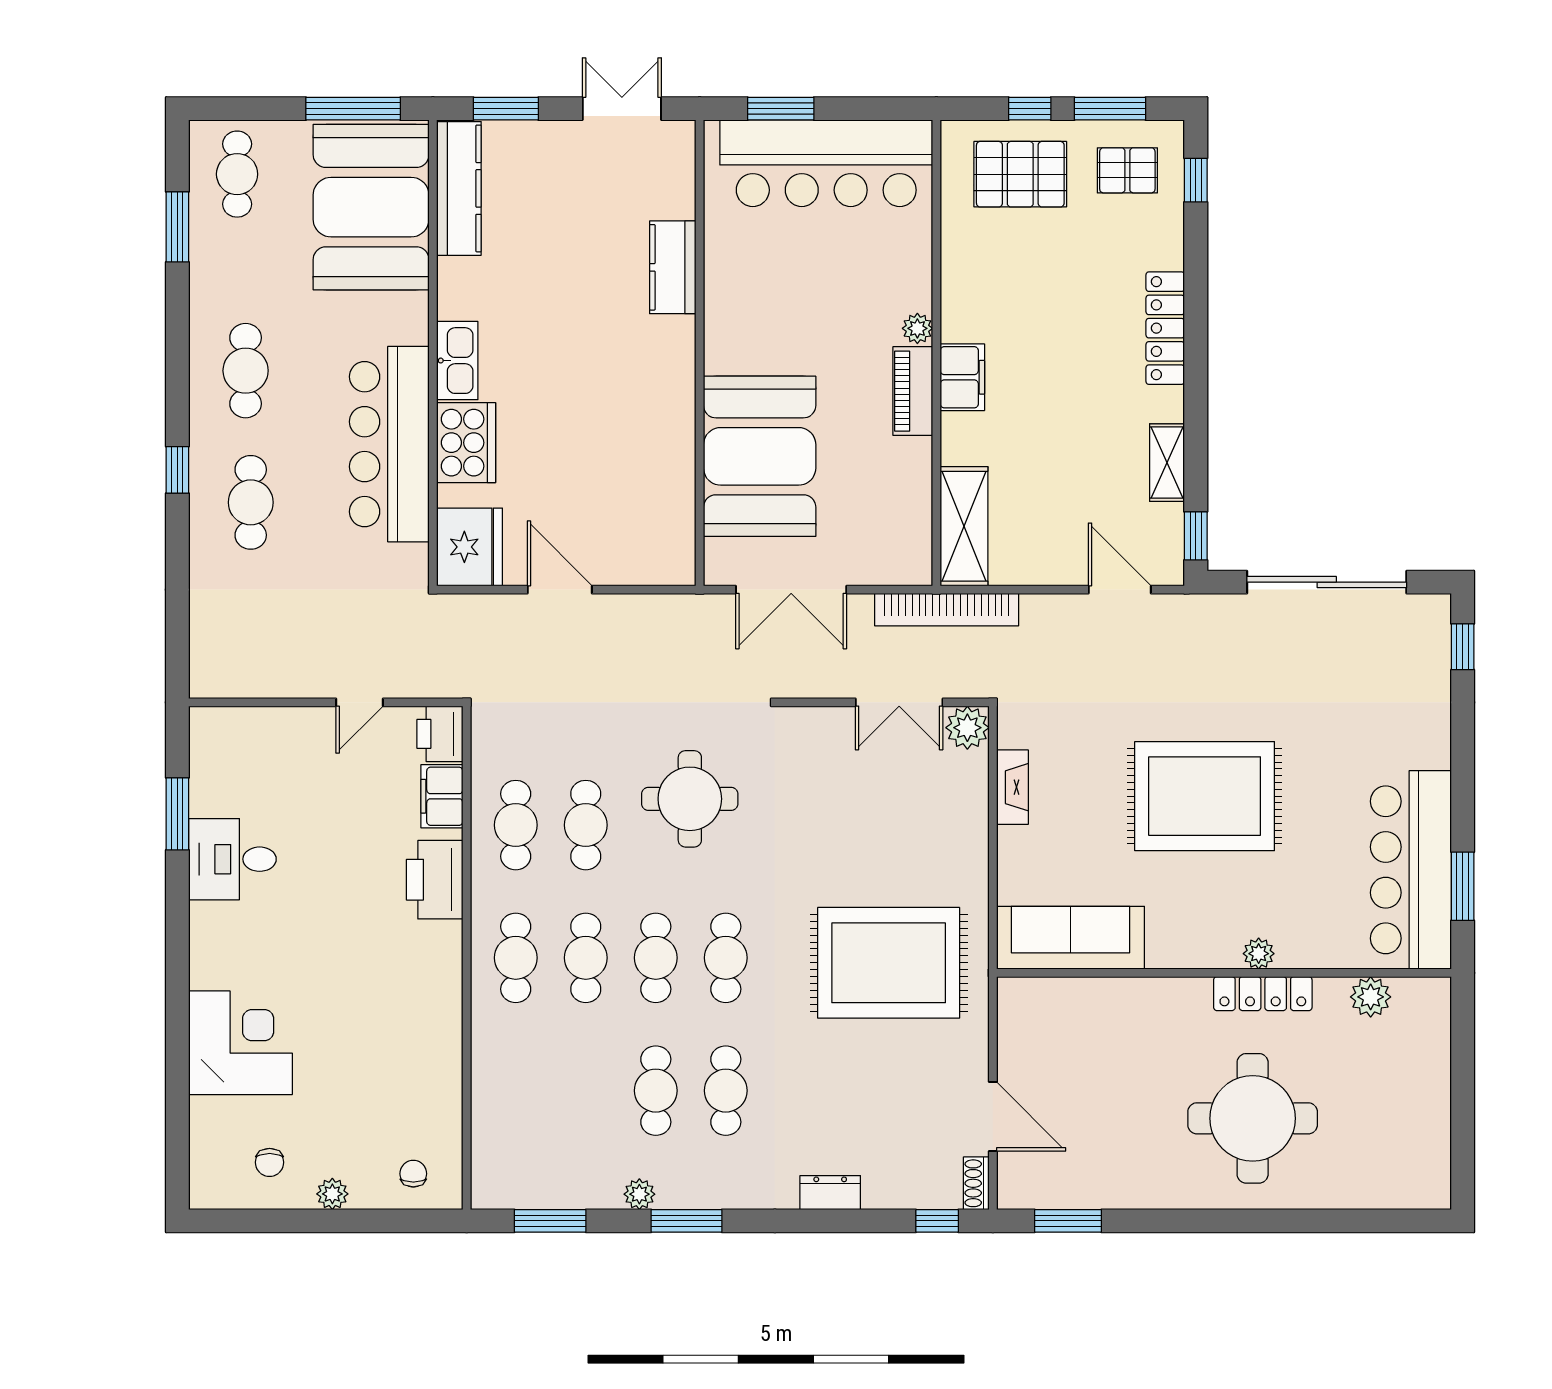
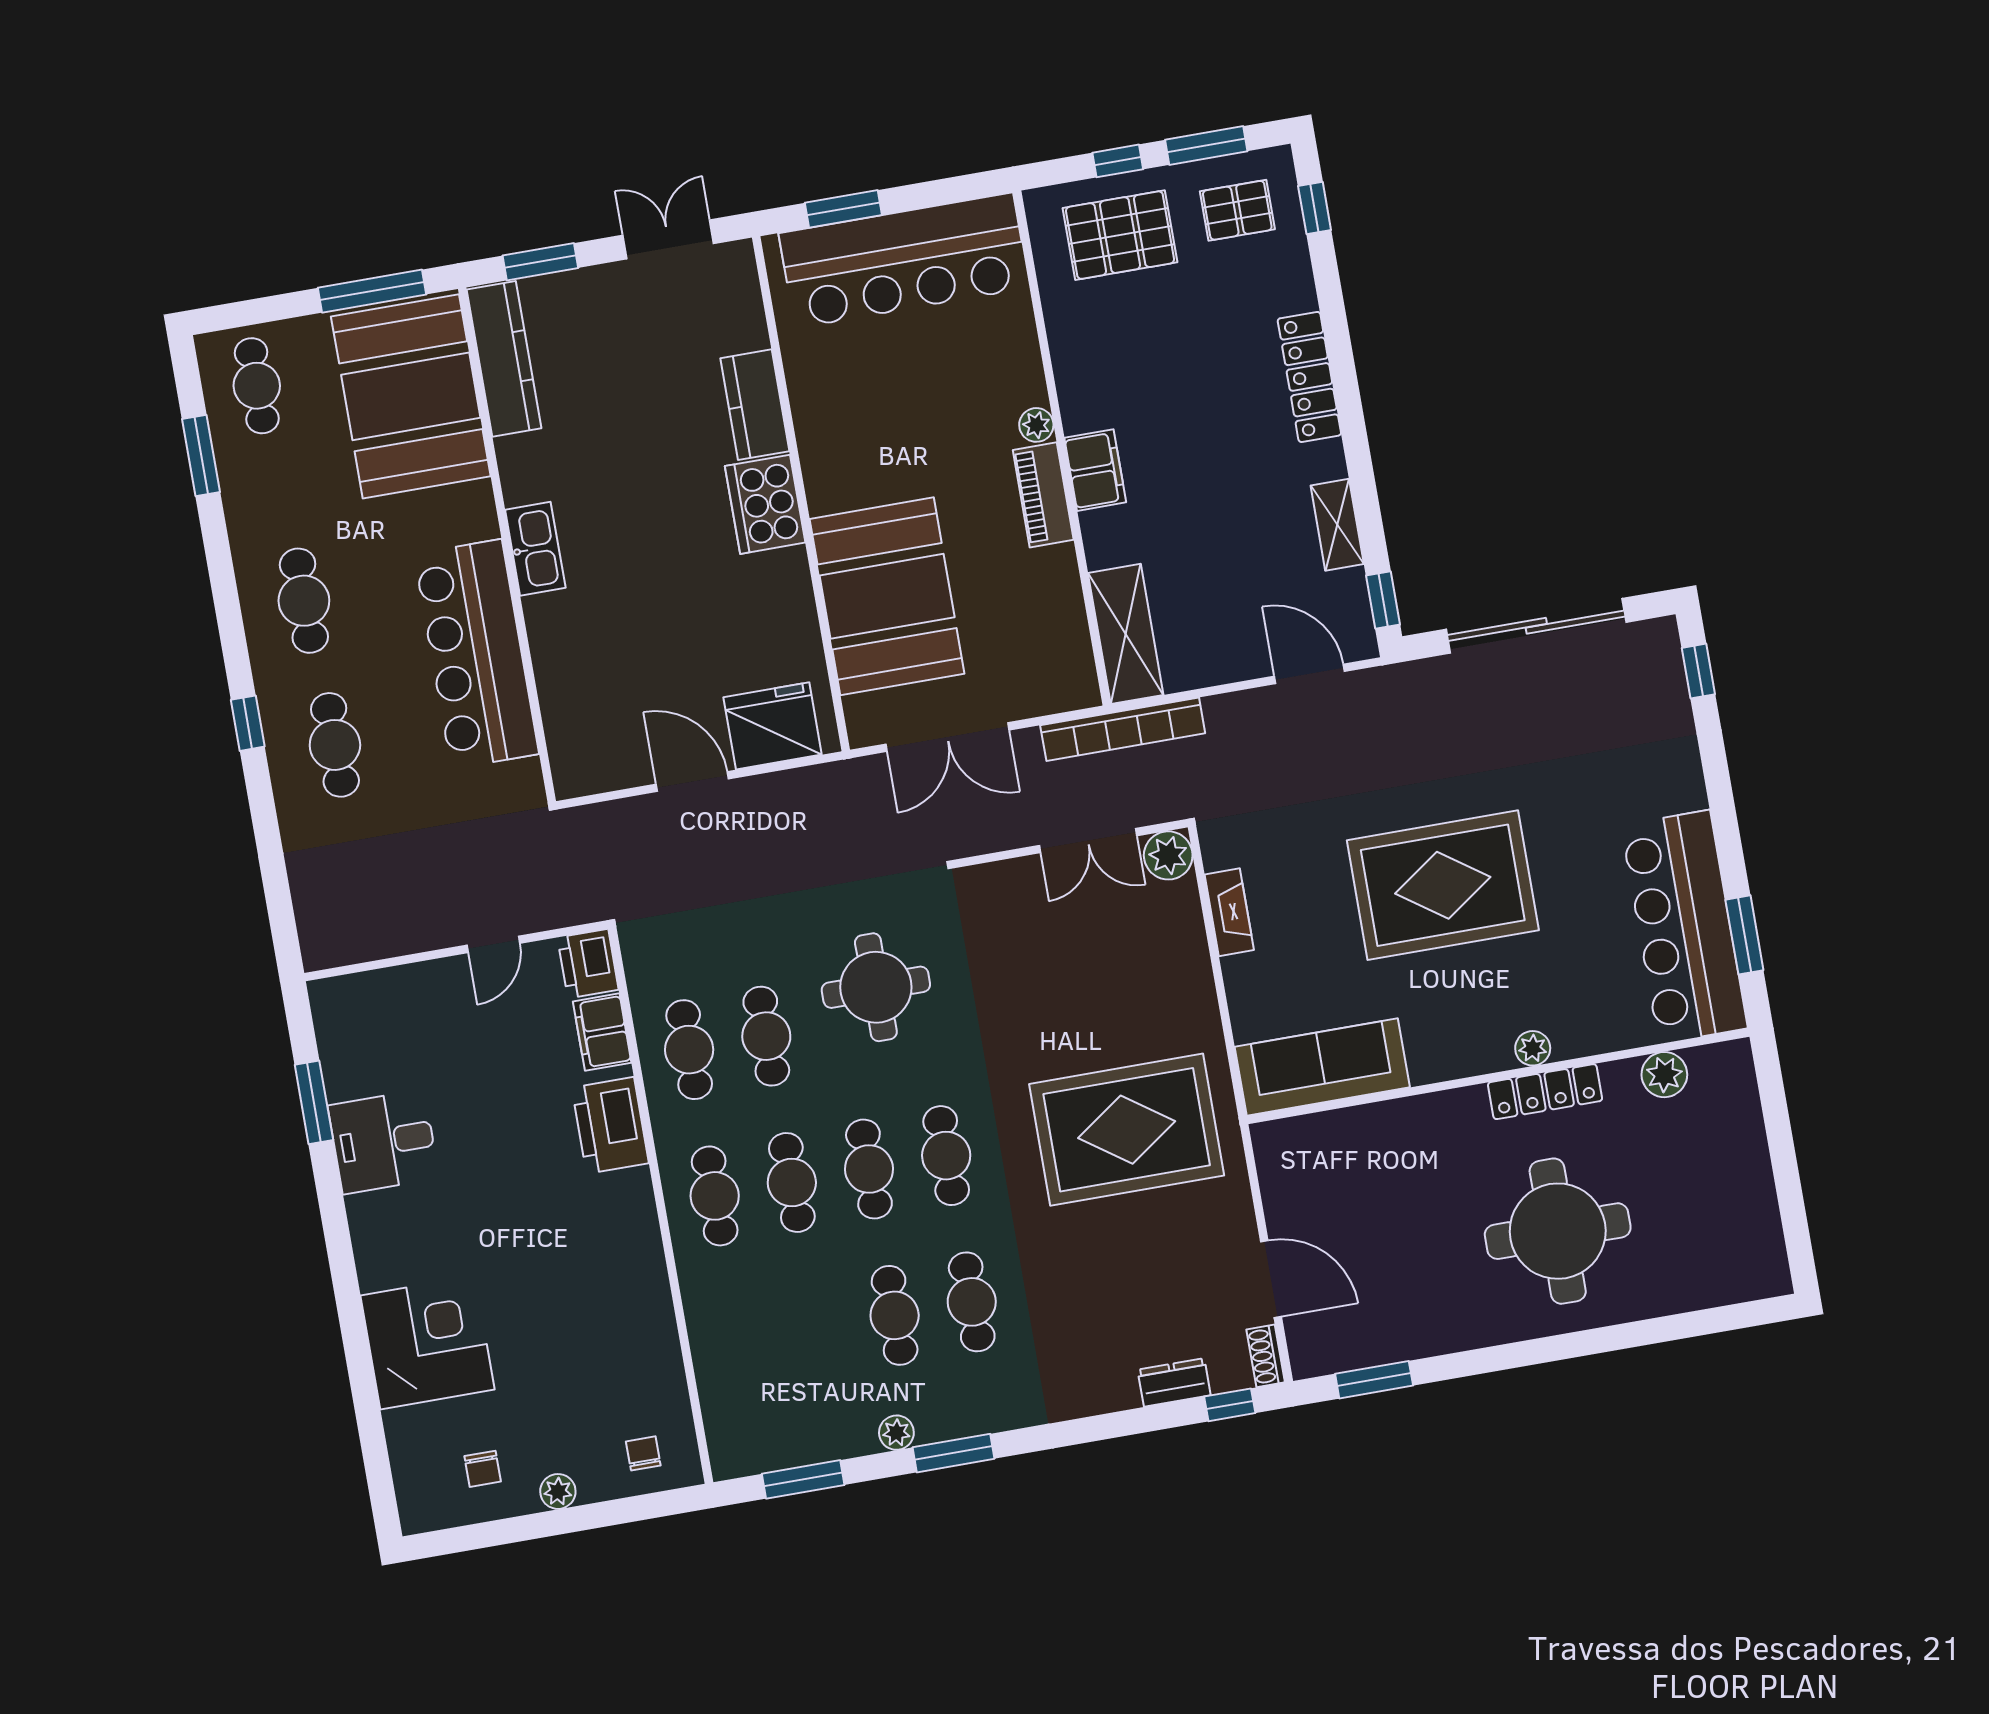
cooker: (466, 443) -> (765, 504), moved, turned 180
fridge: (470, 547) -> (773, 726), moved, turned -90
dresser: (830, 1193) -> (1174, 1382), moved

